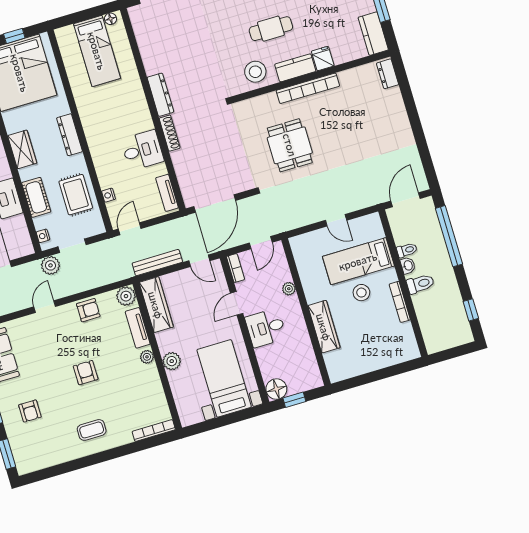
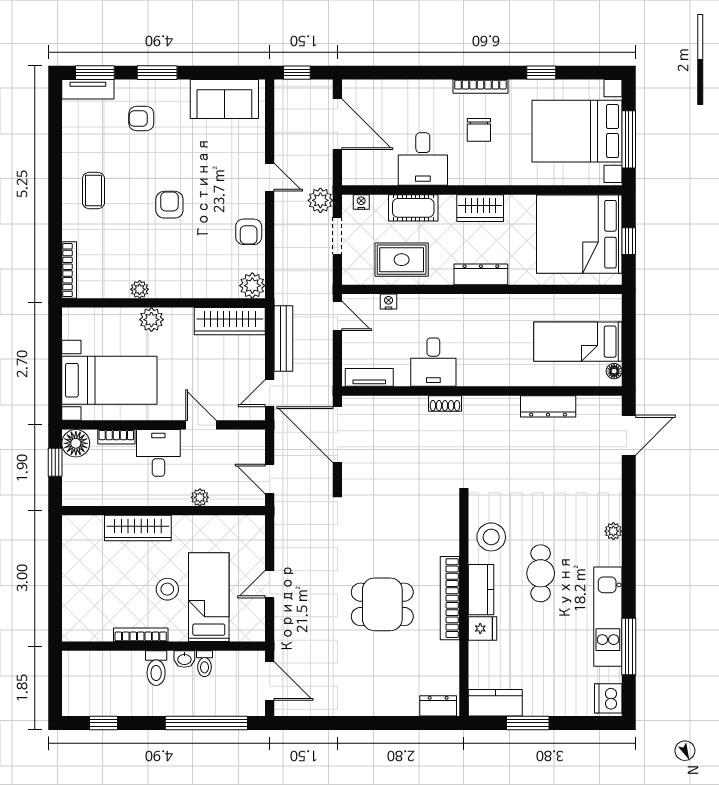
dresser: (160, 95) -> (548, 406), moved
shoe rack: (170, 133) -> (445, 403), width x0.70
dining table: (290, 145) -> (382, 604), moved
bookcase: (235, 268) -> (116, 437), moved
tv unit: (138, 328) -> (88, 89), moved, turned 180
plant: (147, 357) -> (140, 289), moved
armchair: (86, 373) -> (169, 205), turned -90

